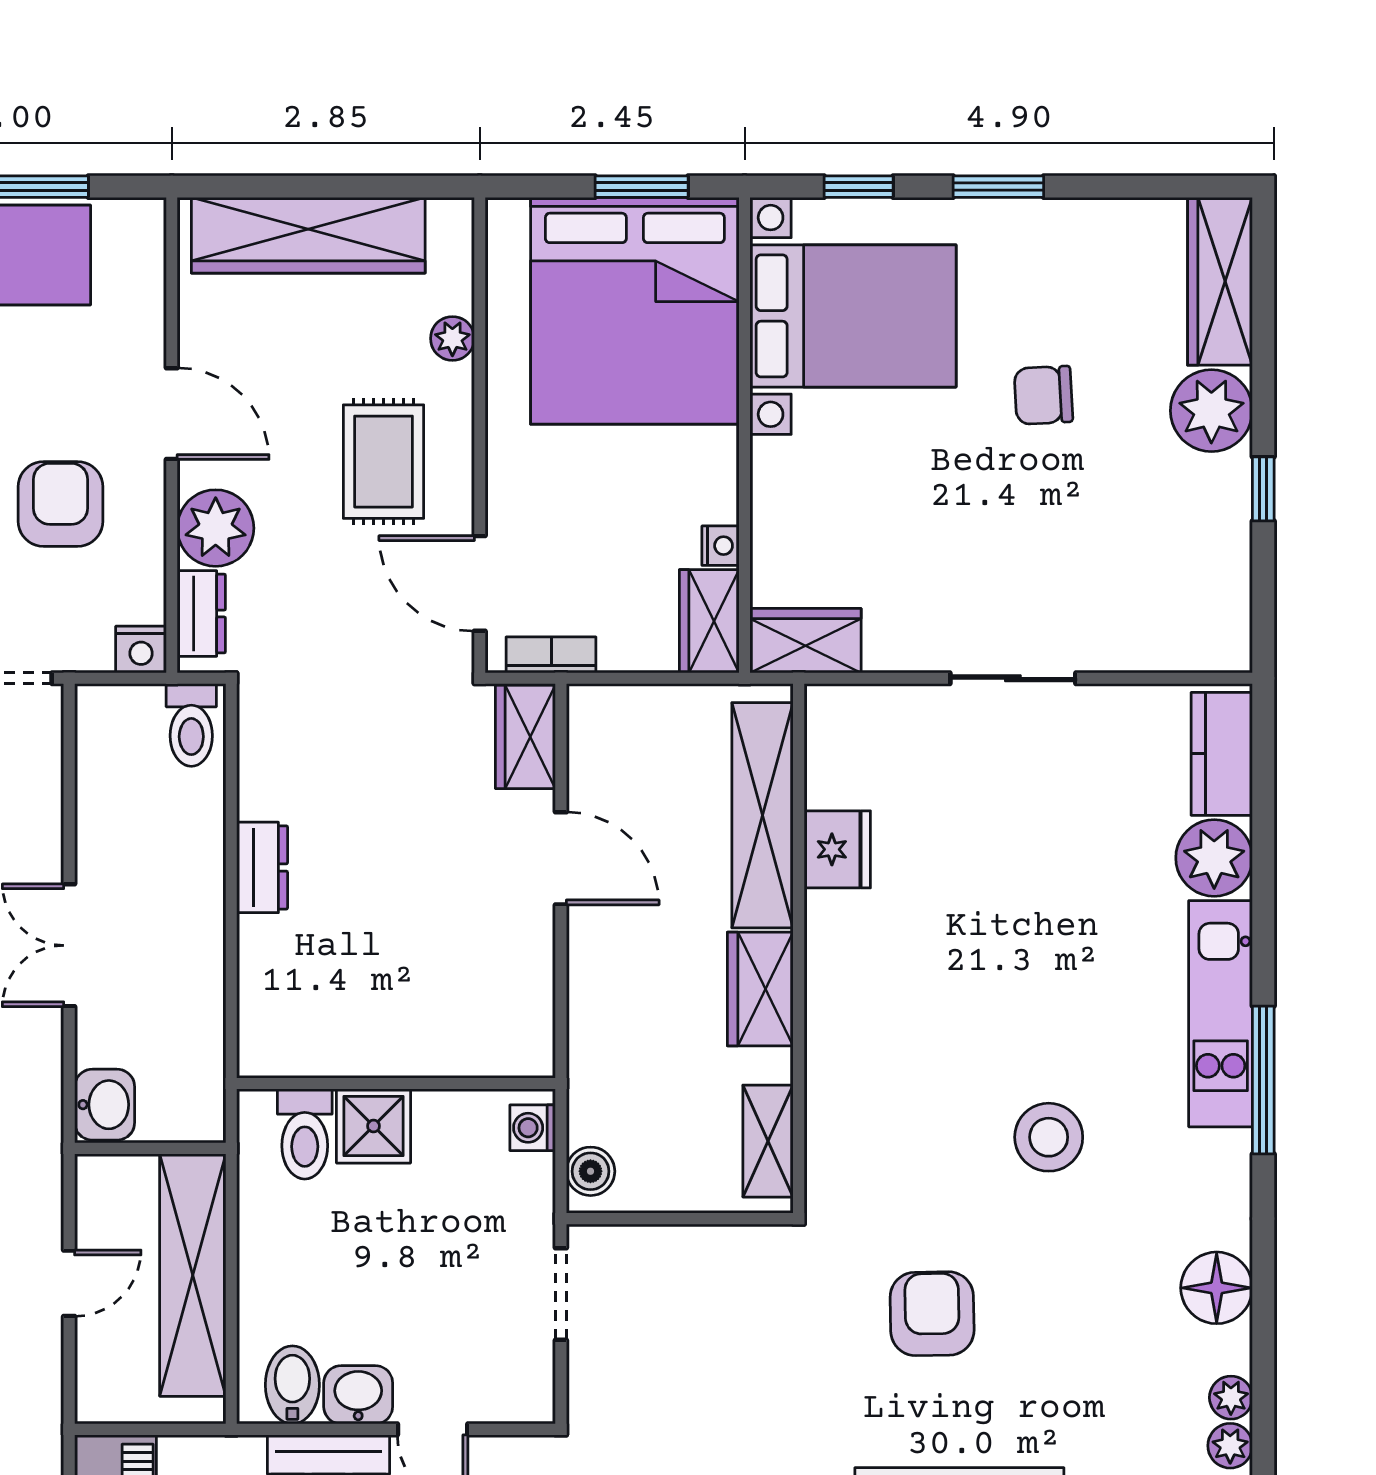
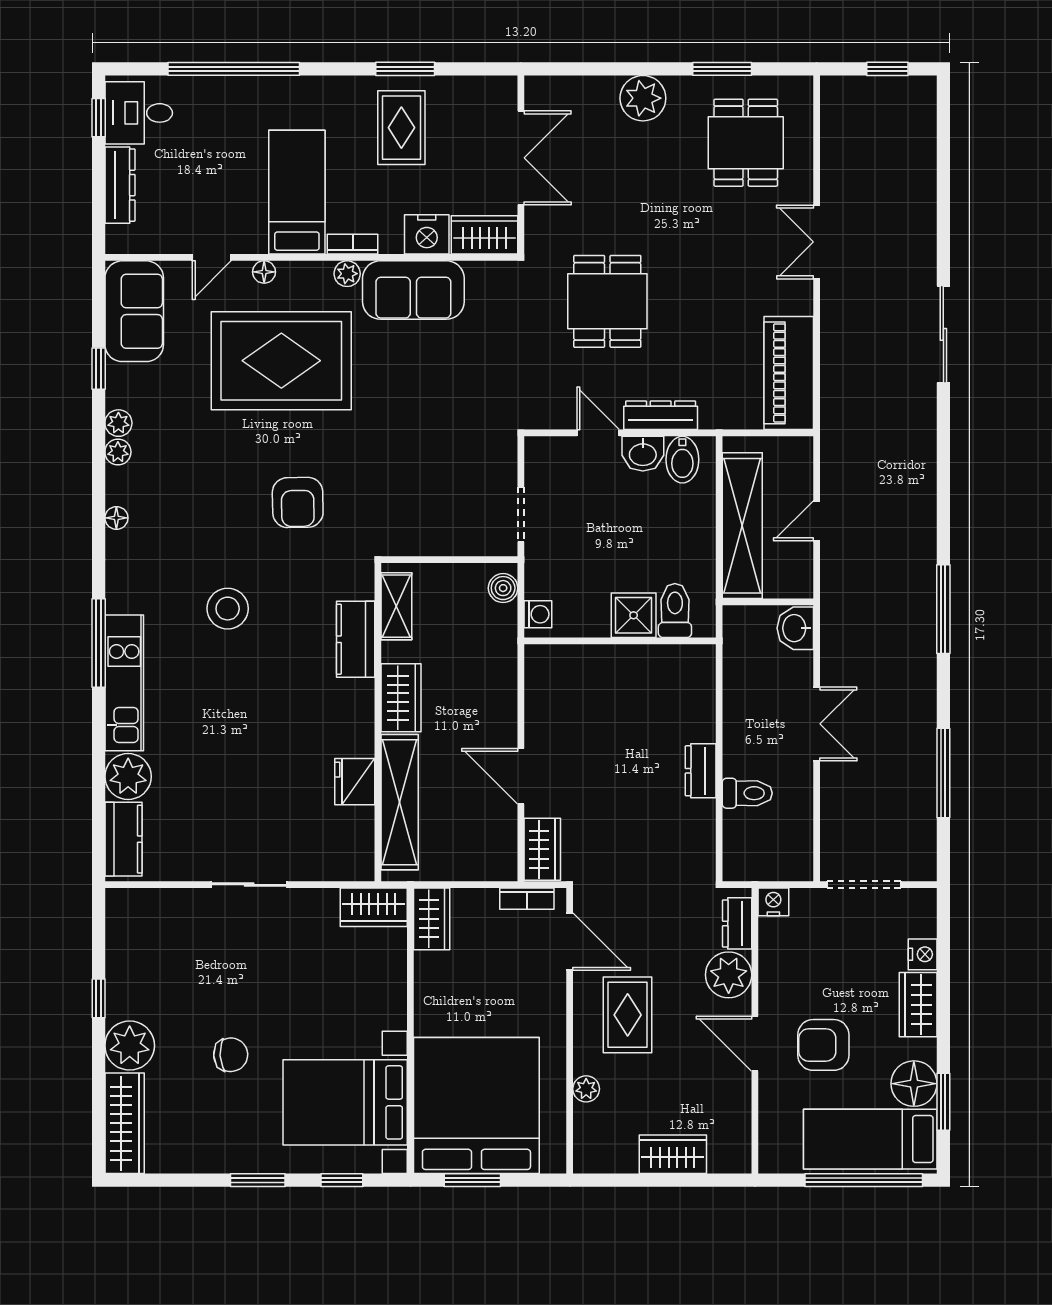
wardrobe: (308, 235) -> (673, 1154), width x0.48, depth x0.85
armchair: (61, 504) -> (823, 1045), moved, turned 90
nightstand: (721, 546) -> (425, 964), removed
toilet: (191, 725) -> (747, 793), moved, turned 90
kitchen counter: (836, 1086) -> (356, 639), added
floor lamp: (1217, 1288) -> (116, 518), width x0.53, depth x0.53

